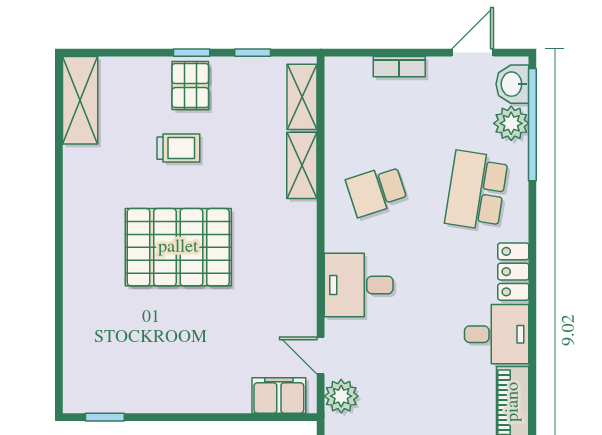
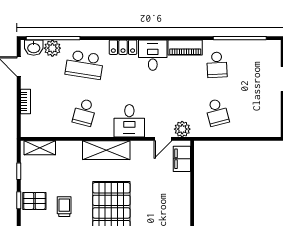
shelving: (302, 165) -> (106, 150), moved, width x1.50, depth x1.33
school desk: (376, 191) -> (84, 112), turned 33

